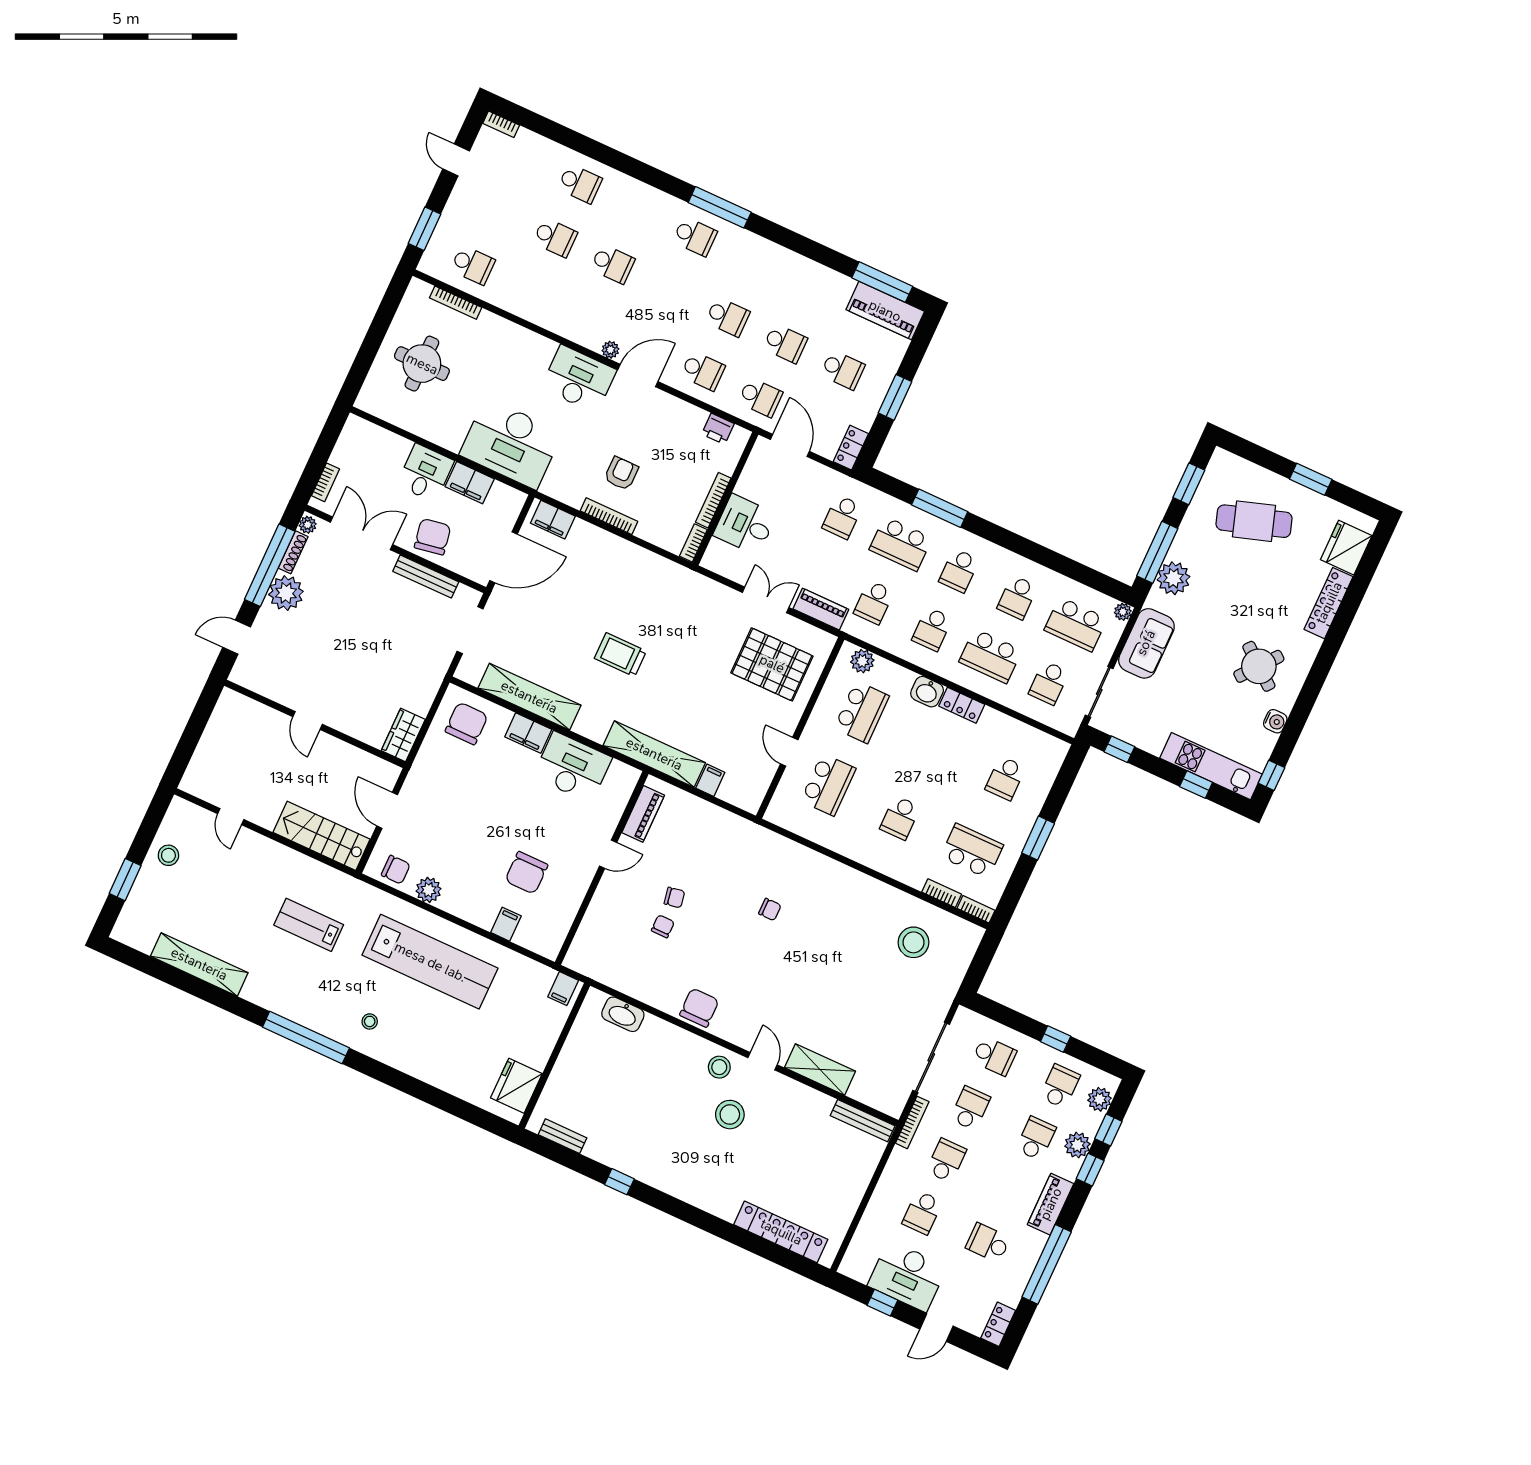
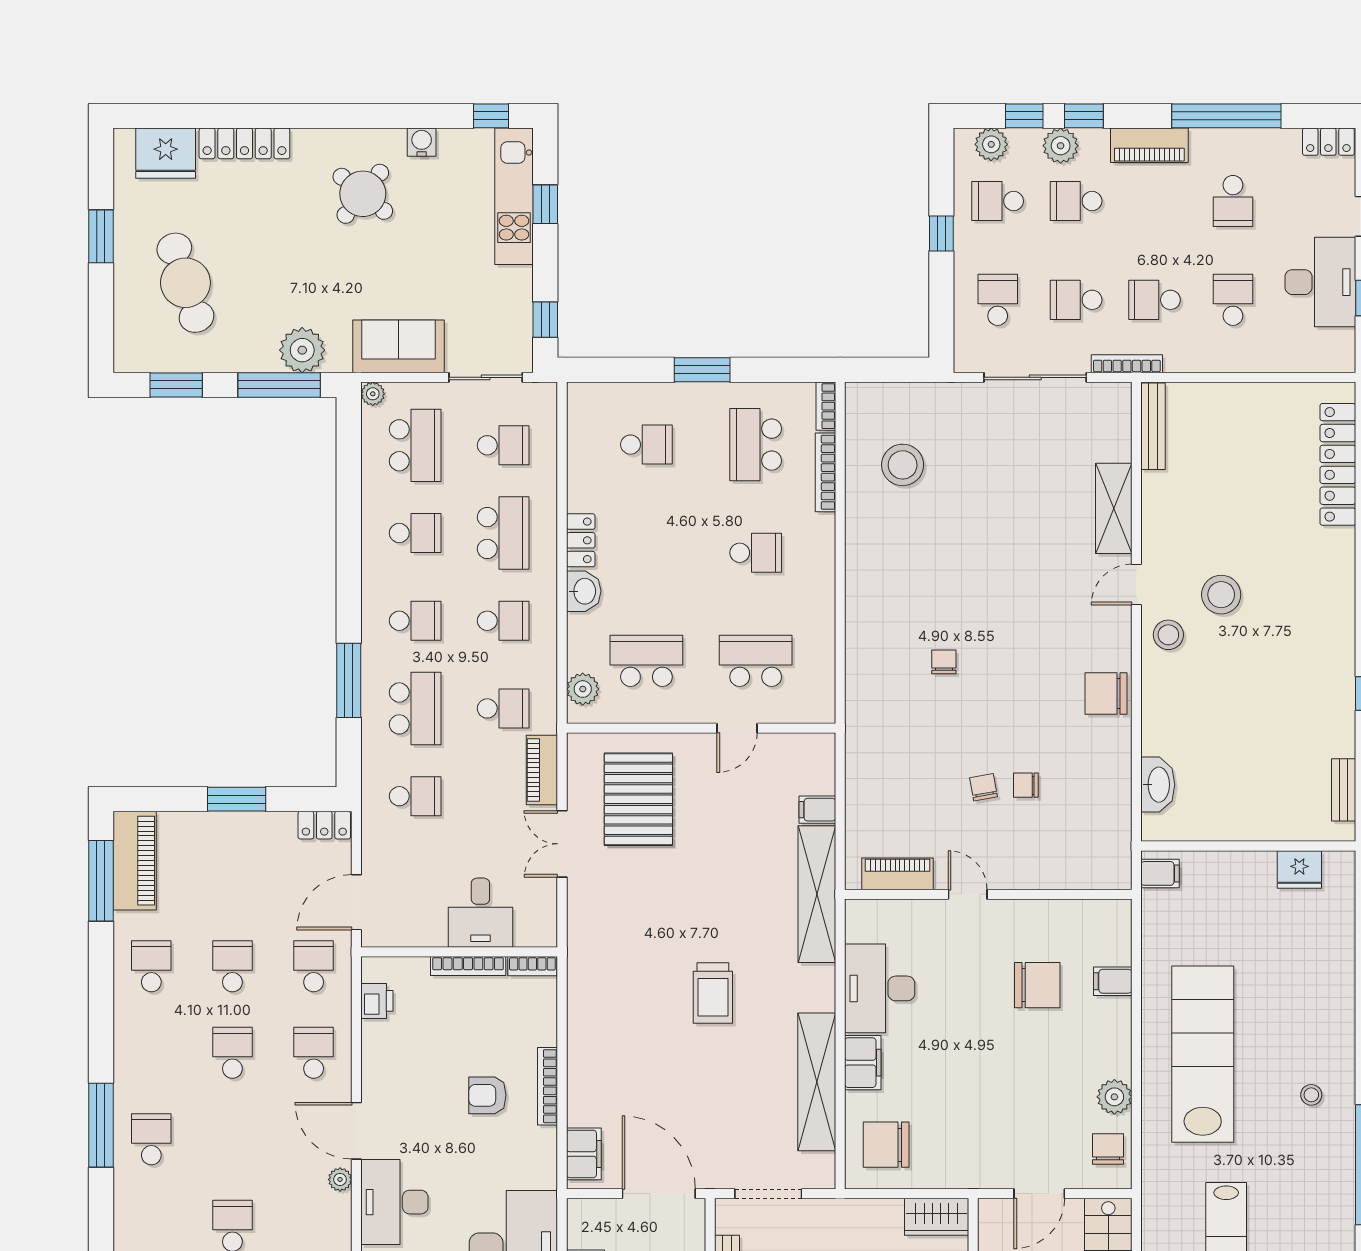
school desk: (843, 370) -> (151, 966), moved
bookcase: (942, 893) -> (825, 472), width x1.56
fridge: (516, 1086) -> (1299, 869), width x0.73, depth x0.75
school desk: (922, 1213) -> (1233, 300), turned -90

